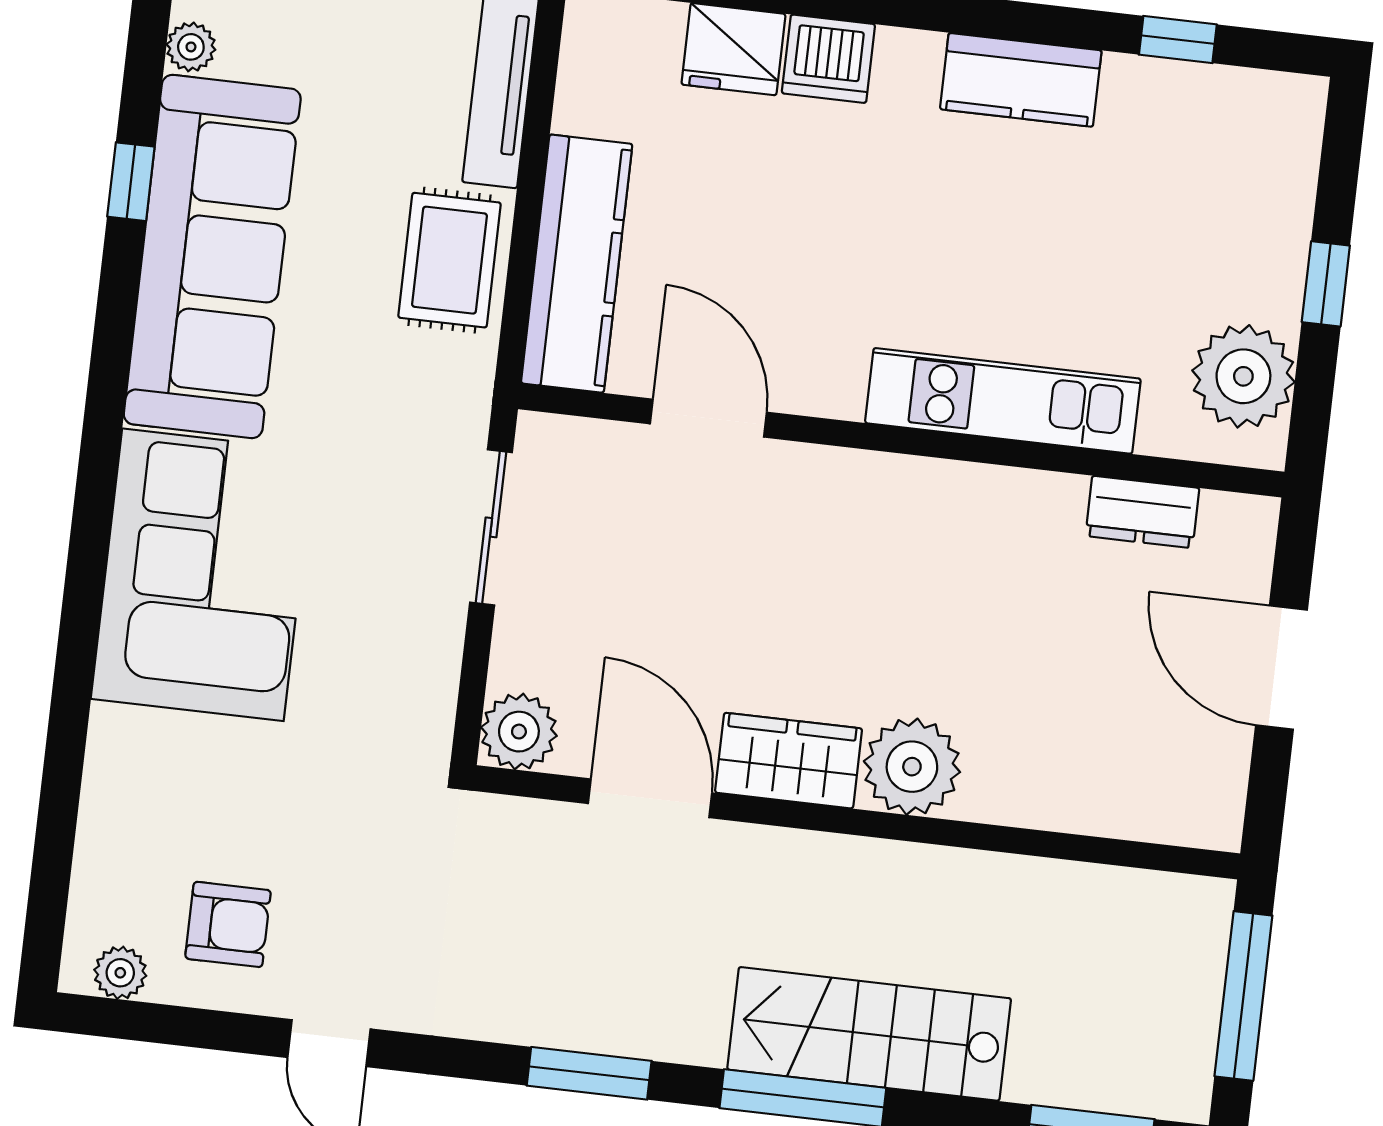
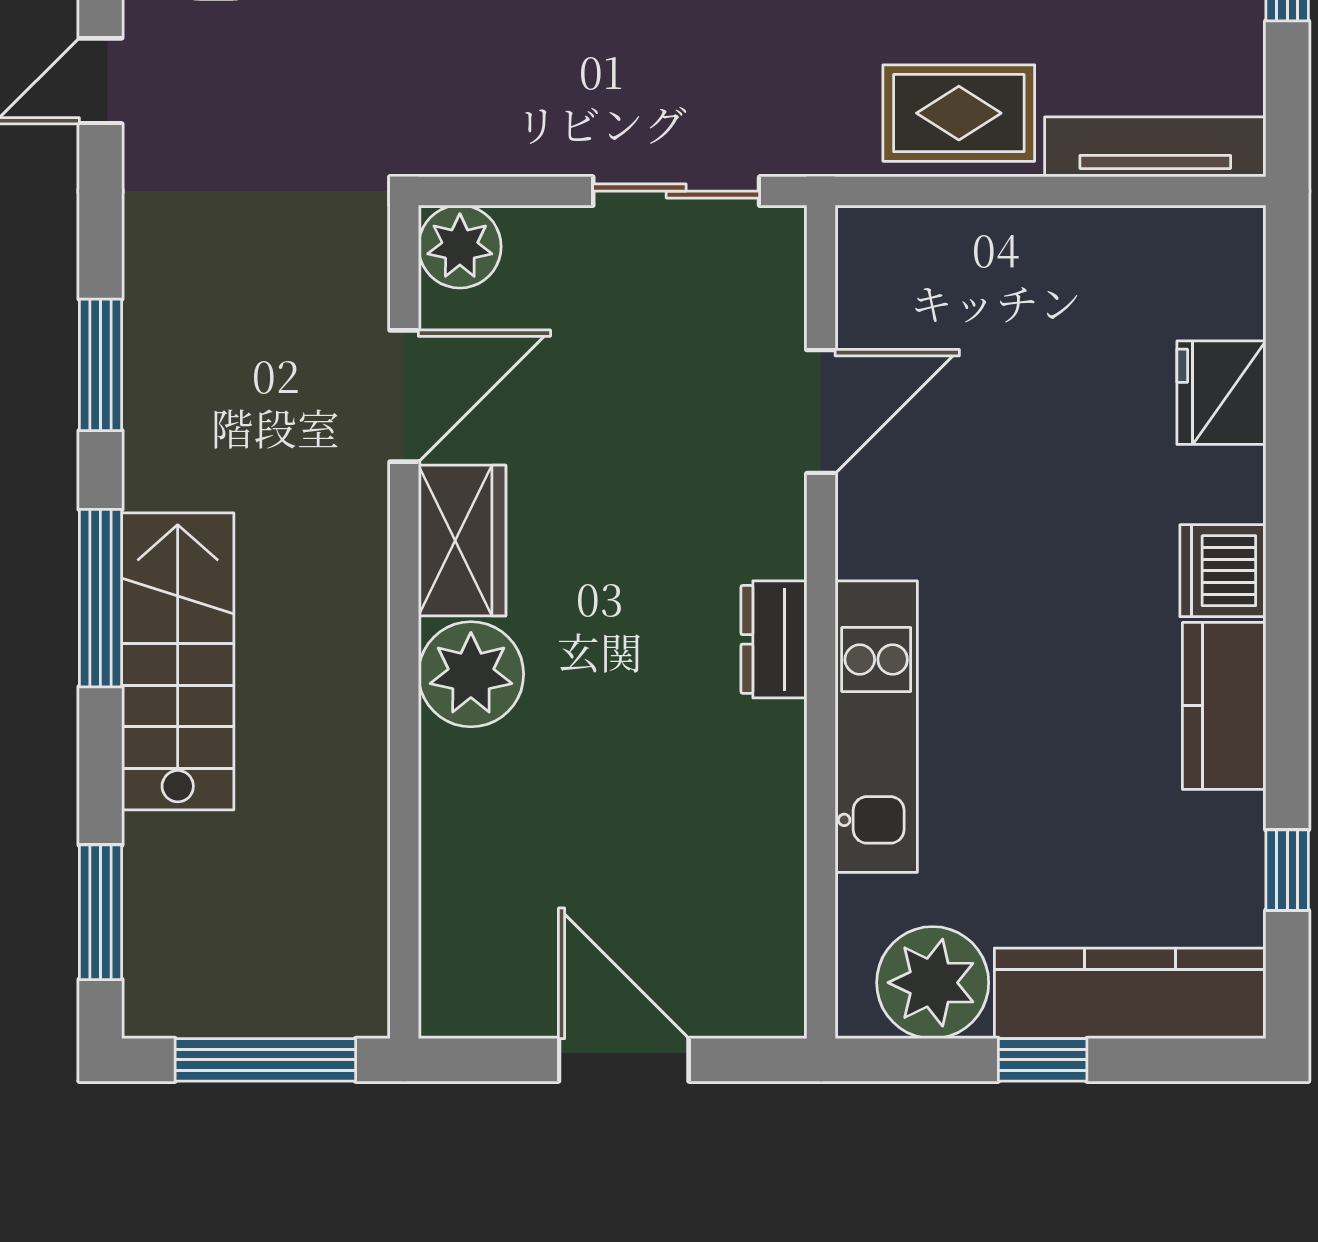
dishwasher: (828, 59) -> (1223, 571), moved
kitchen counter: (577, 264) -> (1130, 993), moved, turned 180
dresser: (1142, 512) -> (774, 639), moved
door: (1281, 668) -> (624, 1060), hinge flipped

